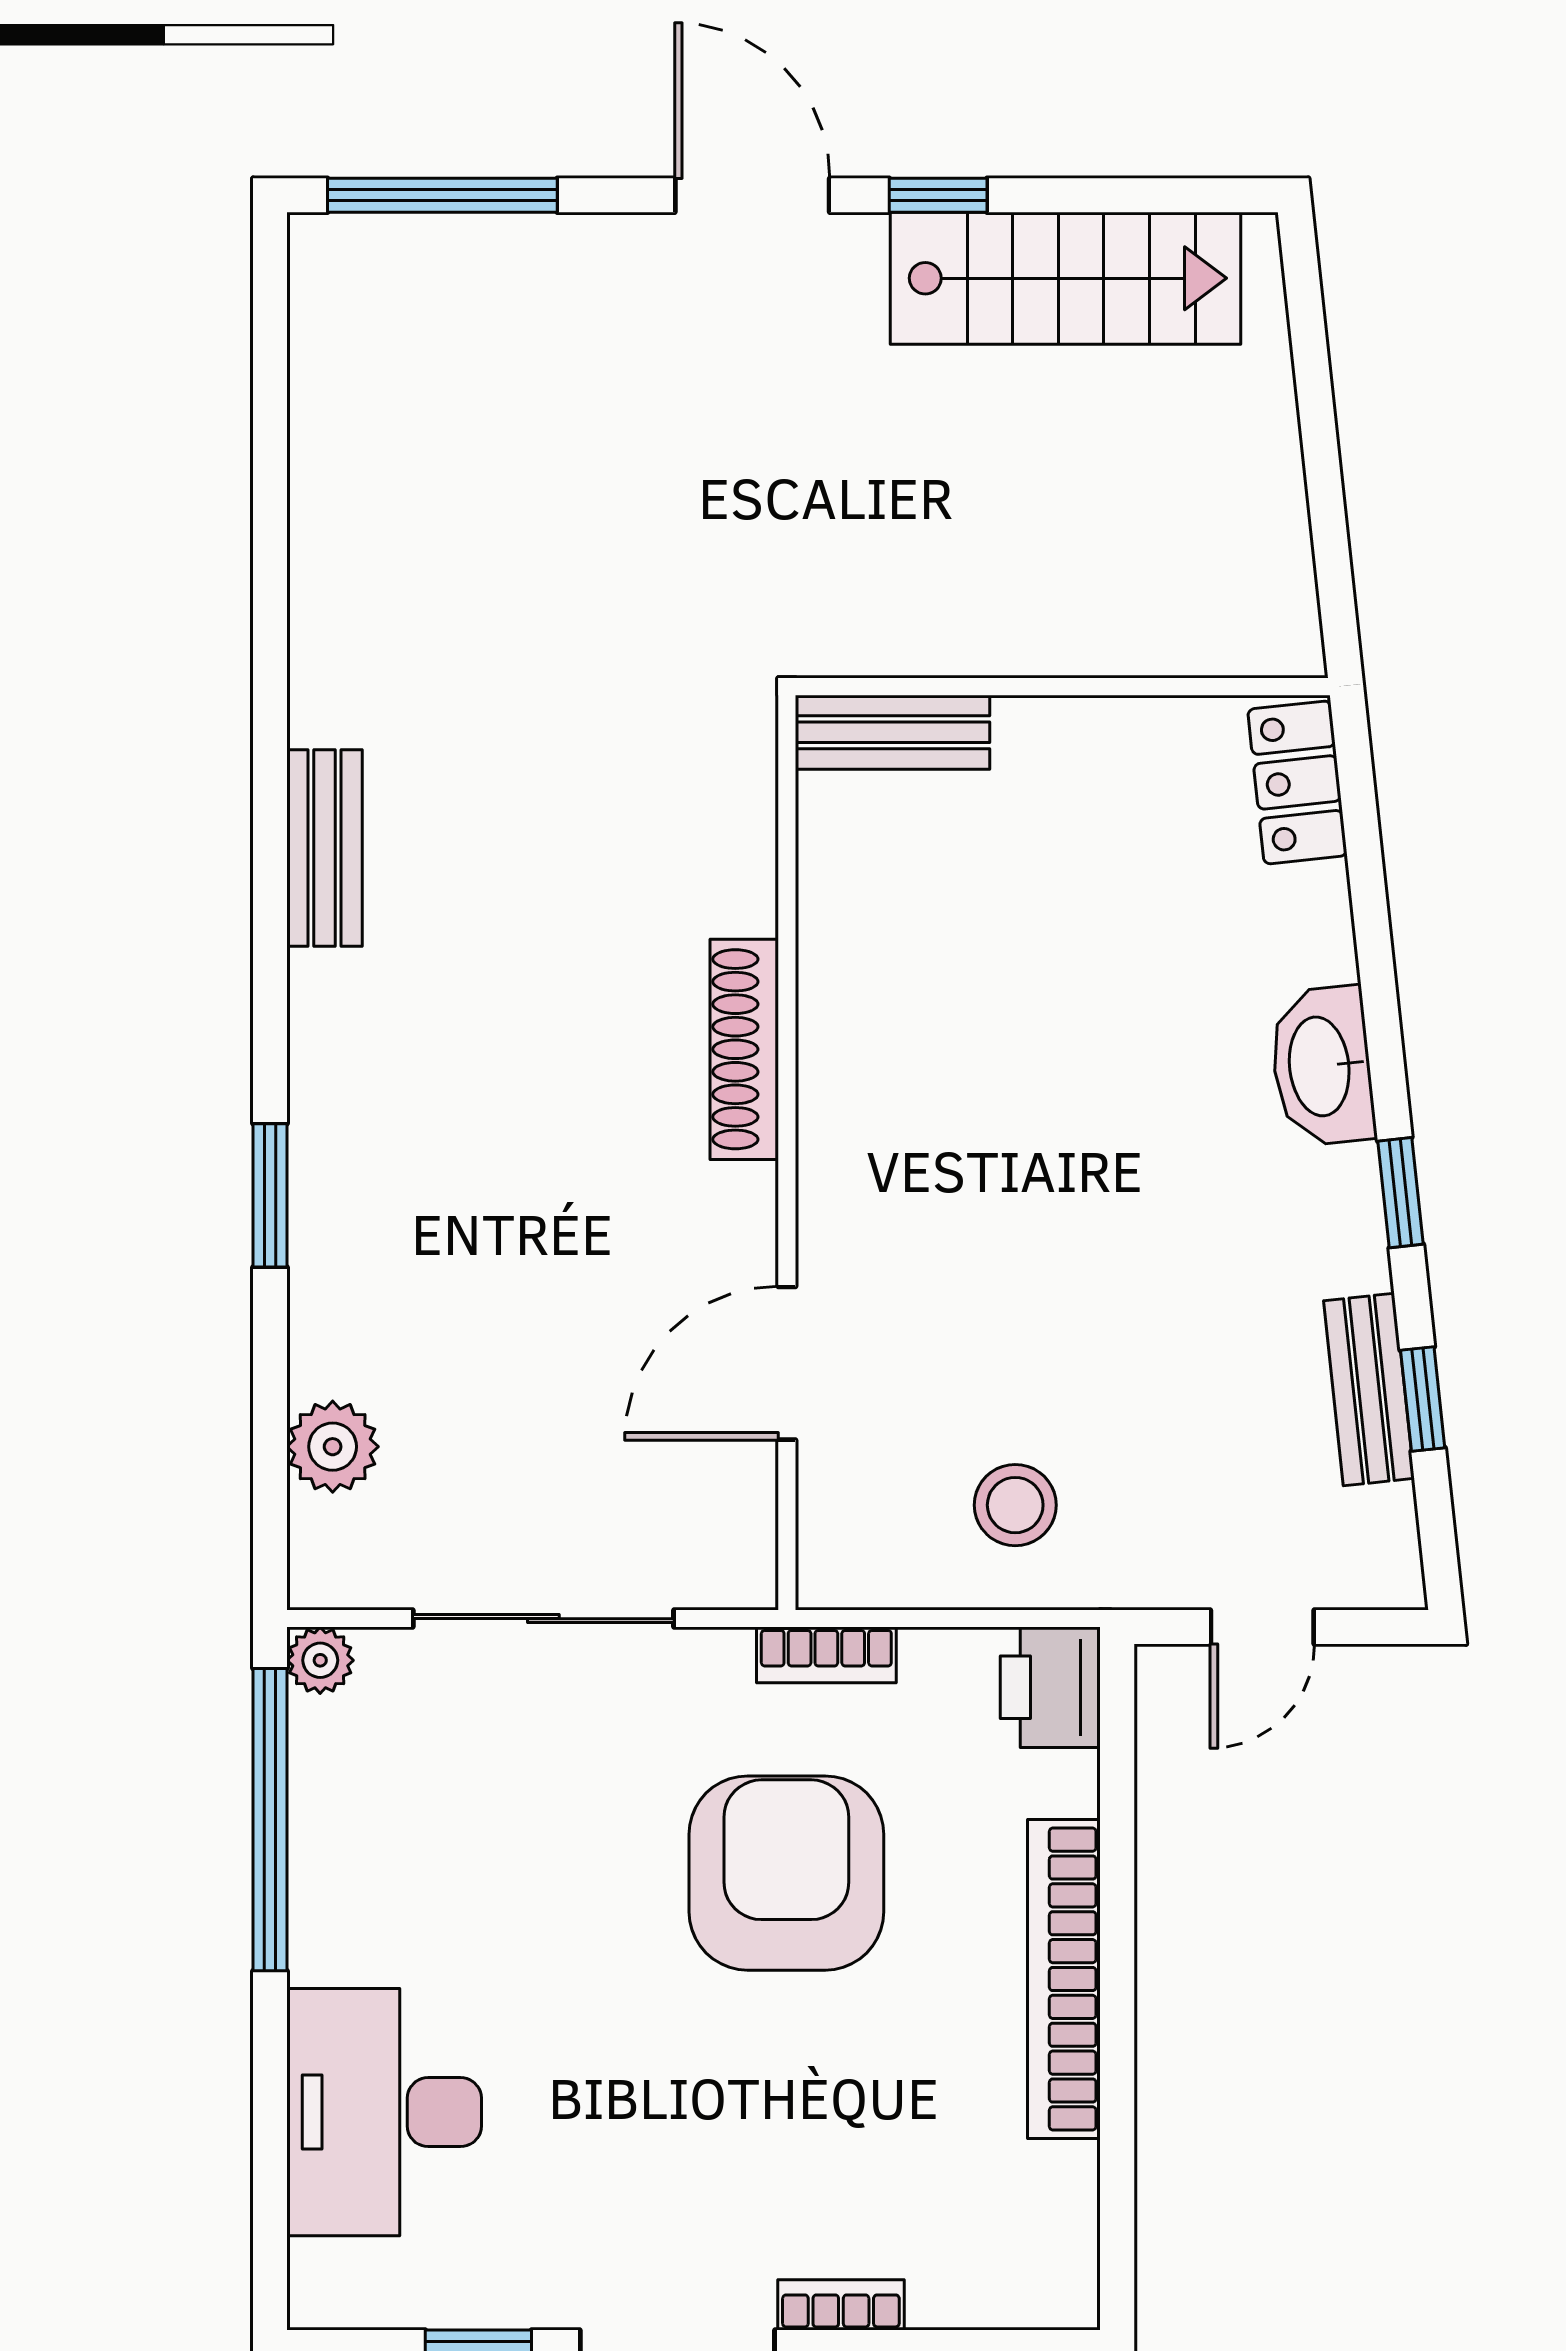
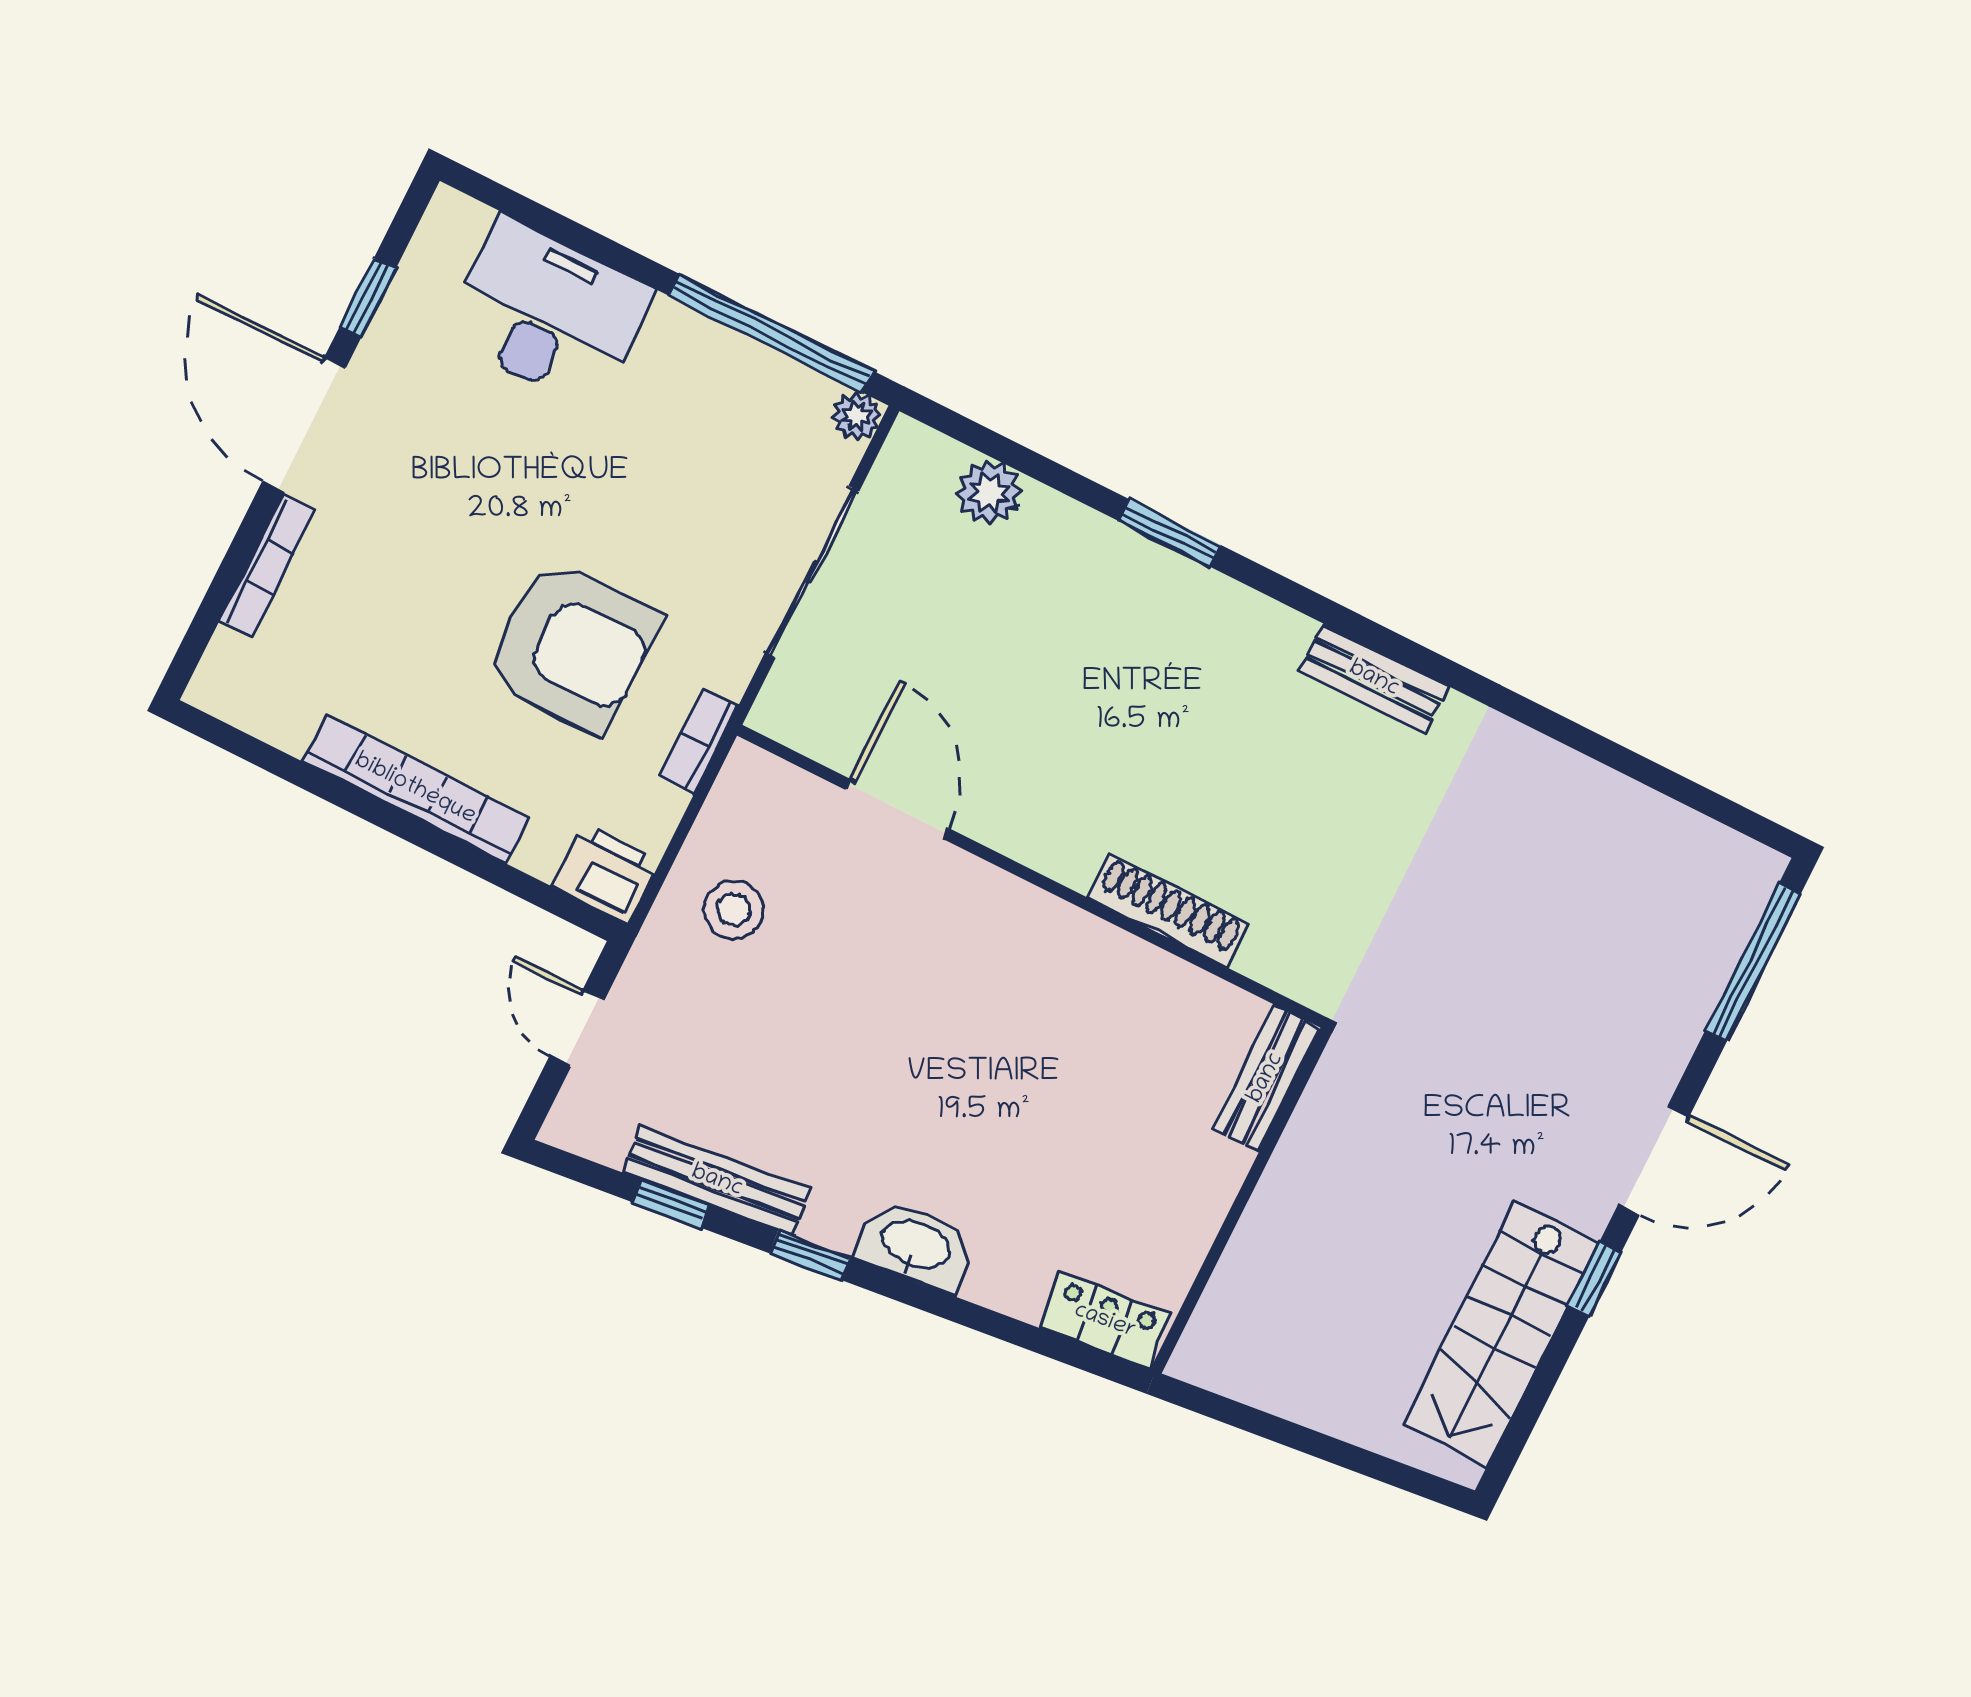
shoe rack: (744, 1049) -> (1168, 911), moved
bench: (1369, 1390) -> (717, 1181), width x1.36
bookcase: (841, 2305) -> (267, 565), width x1.56

